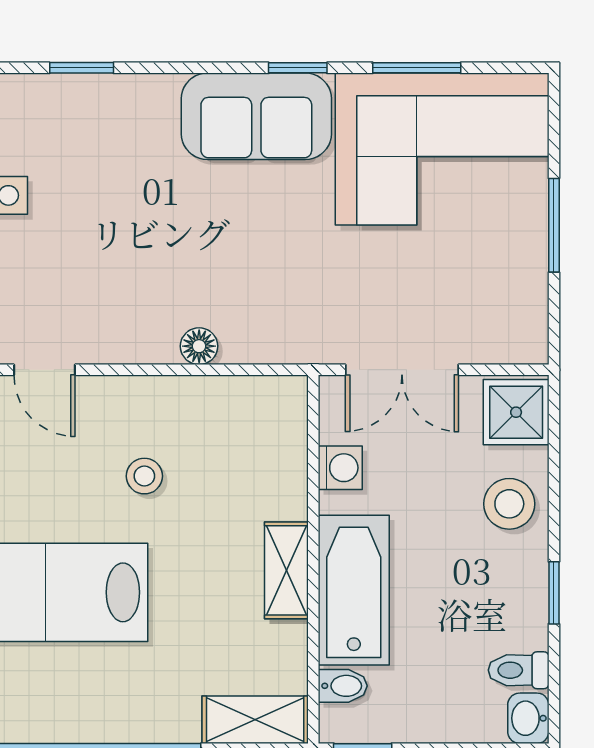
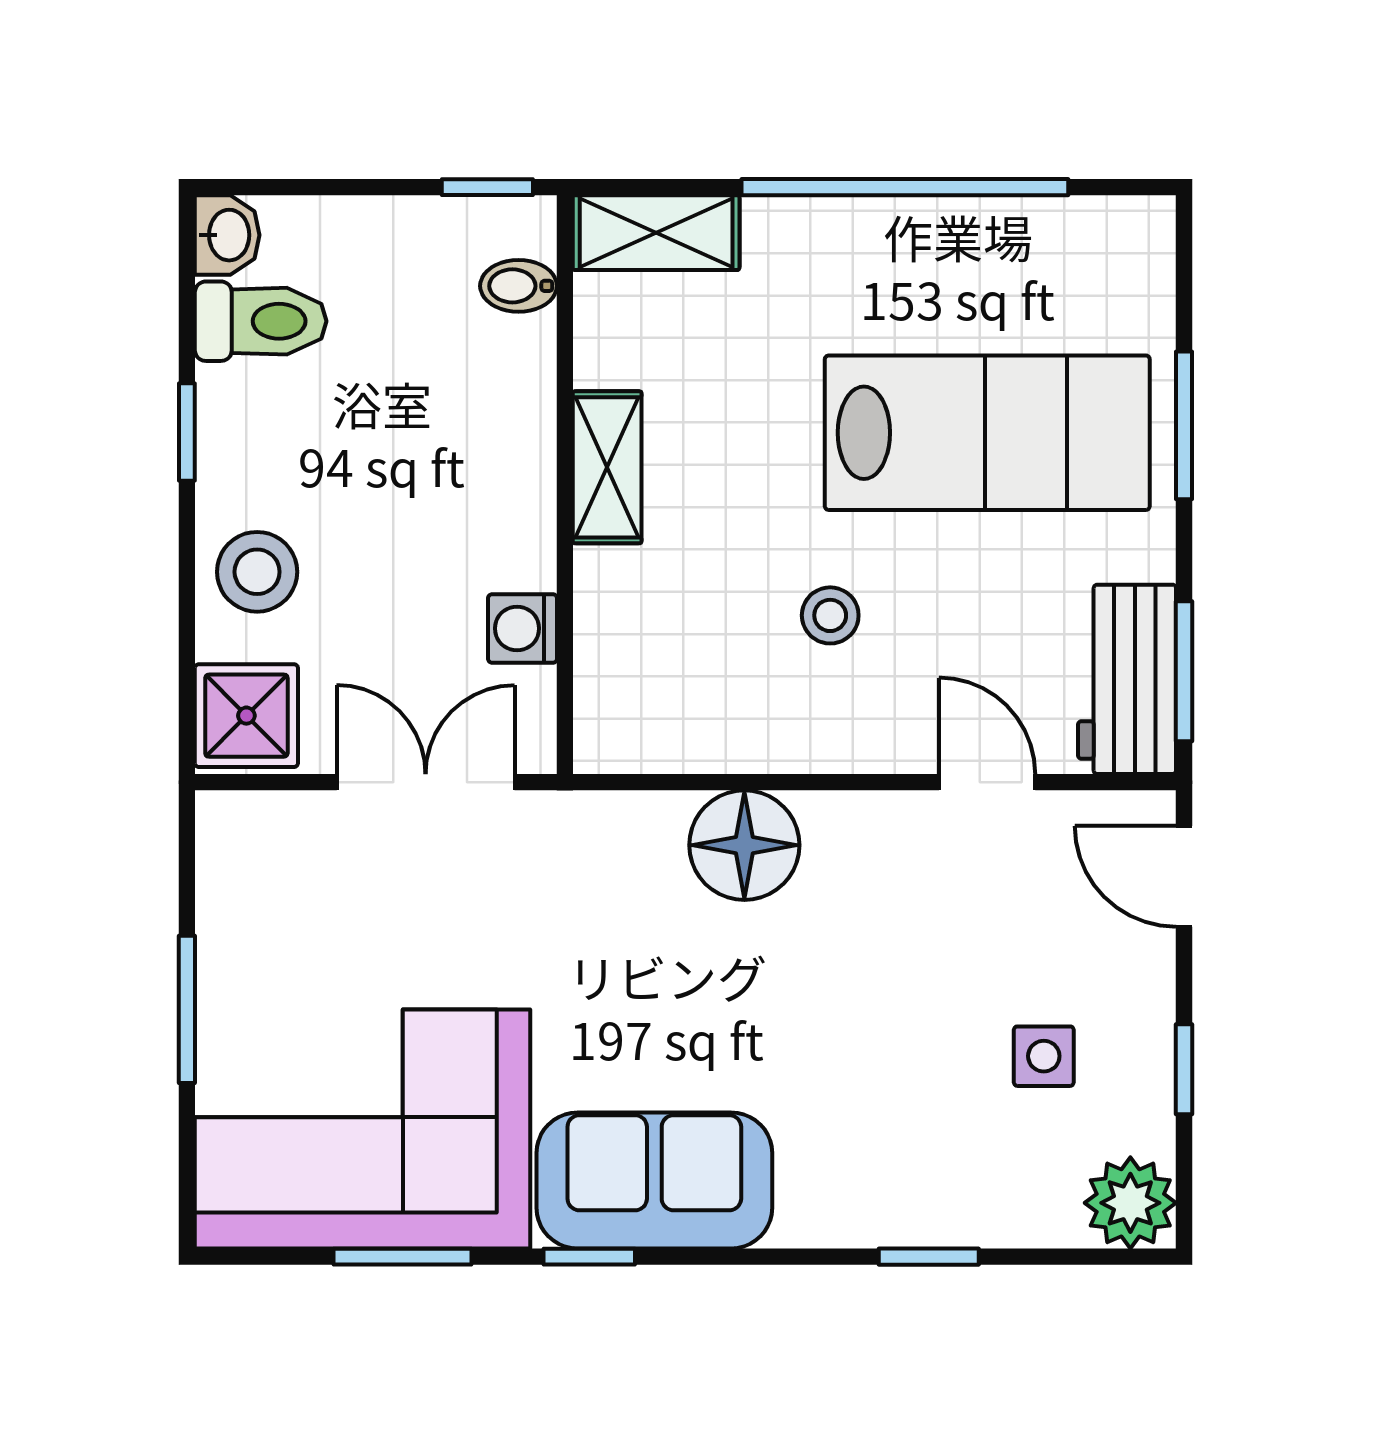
floor lamp: (199, 346) -> (744, 845), width x1.89, depth x1.89
bathtub: (354, 590) -> (501, 436), removed
toilet: (519, 670) -> (261, 321), width x1.37, depth x1.39

